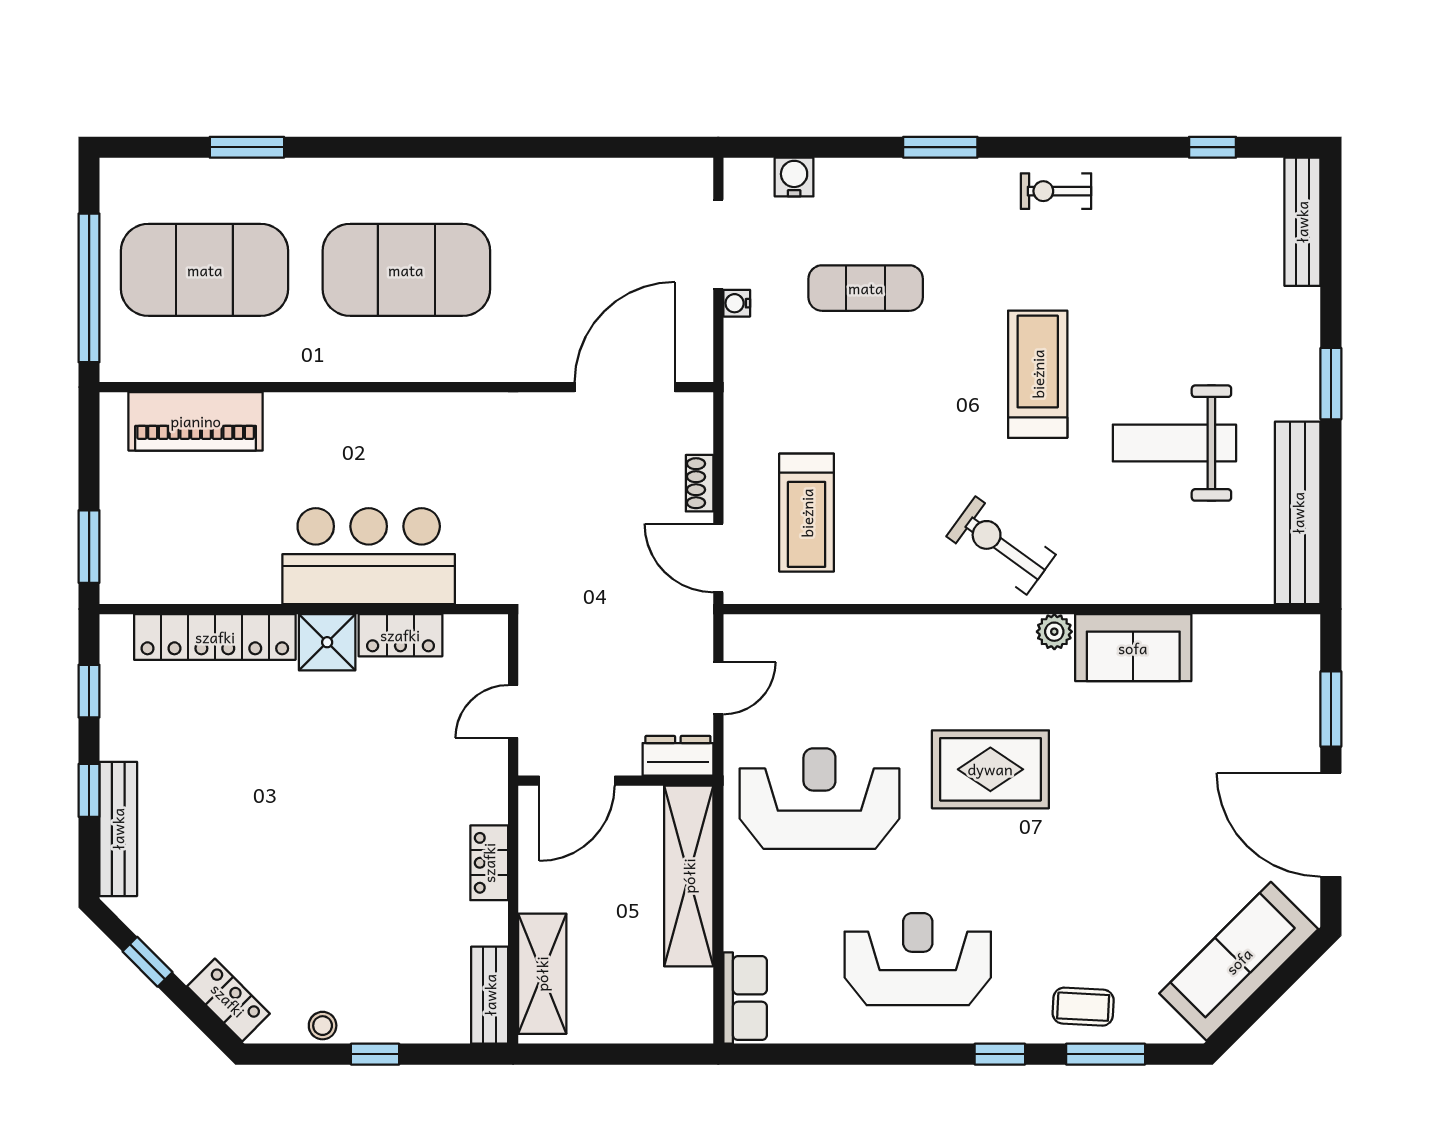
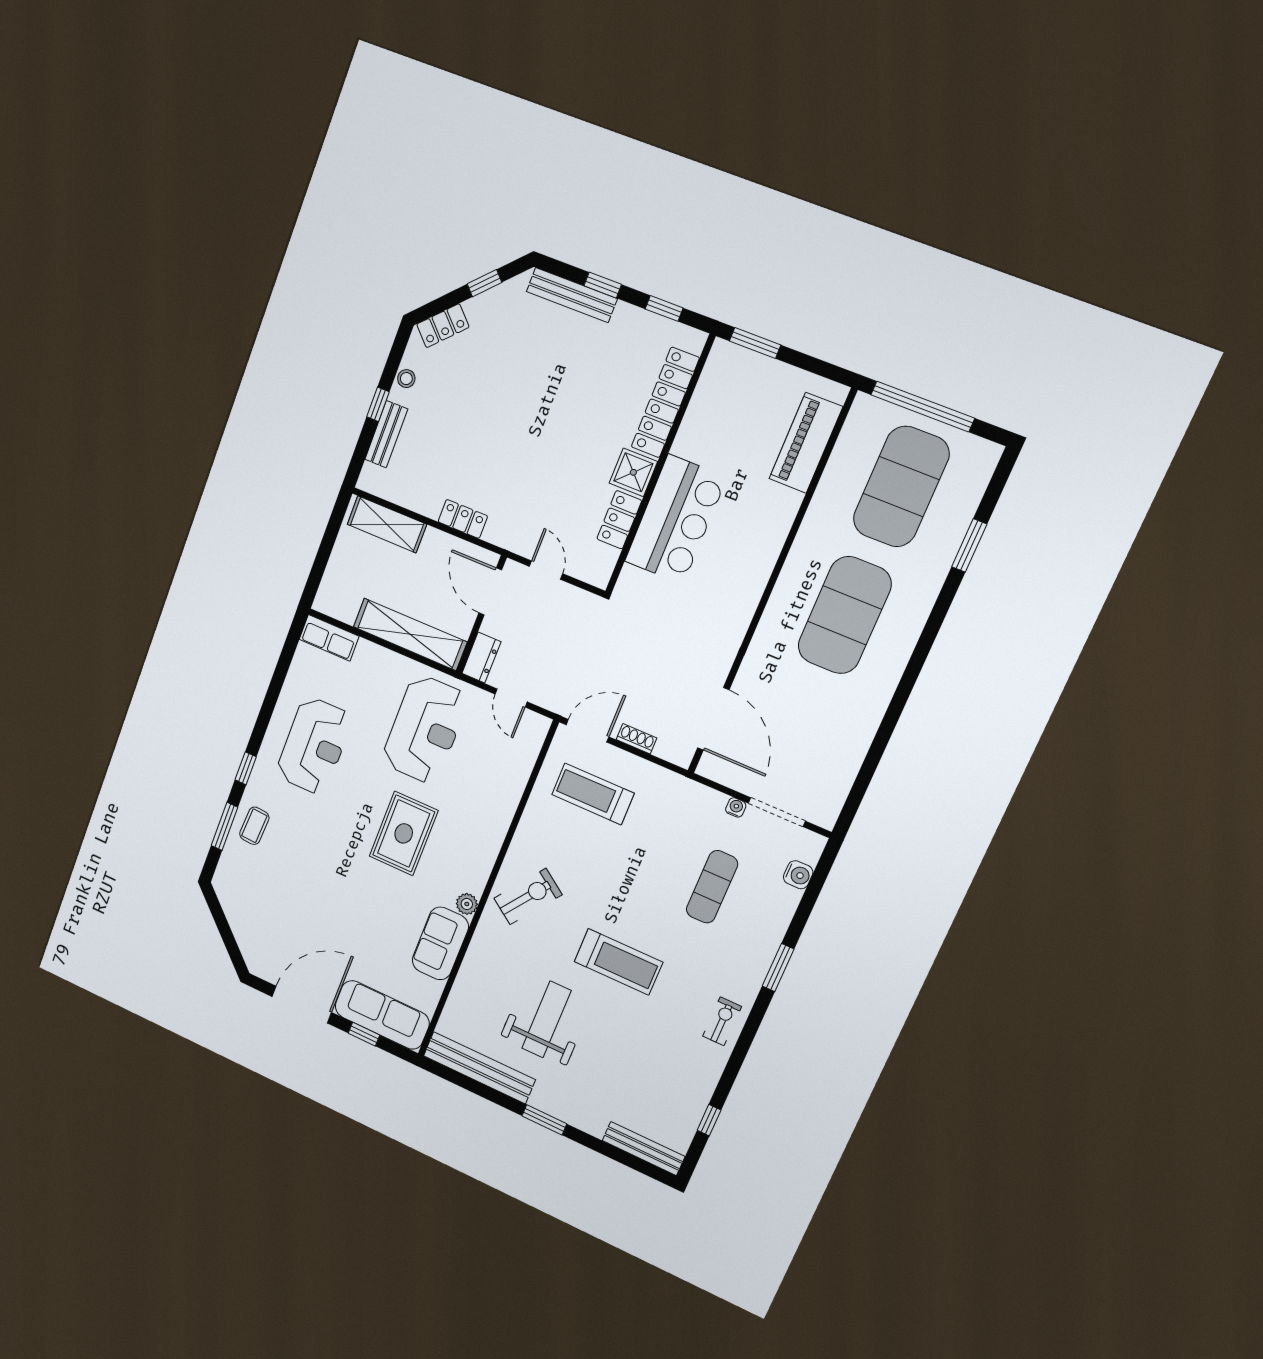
window: (1331, 709) -> (364, 1034), width x0.67
sofa: (1239, 961) -> (382, 1015), moved, turned -45
bench: (490, 995) -> (386, 434), moved, turned 90

